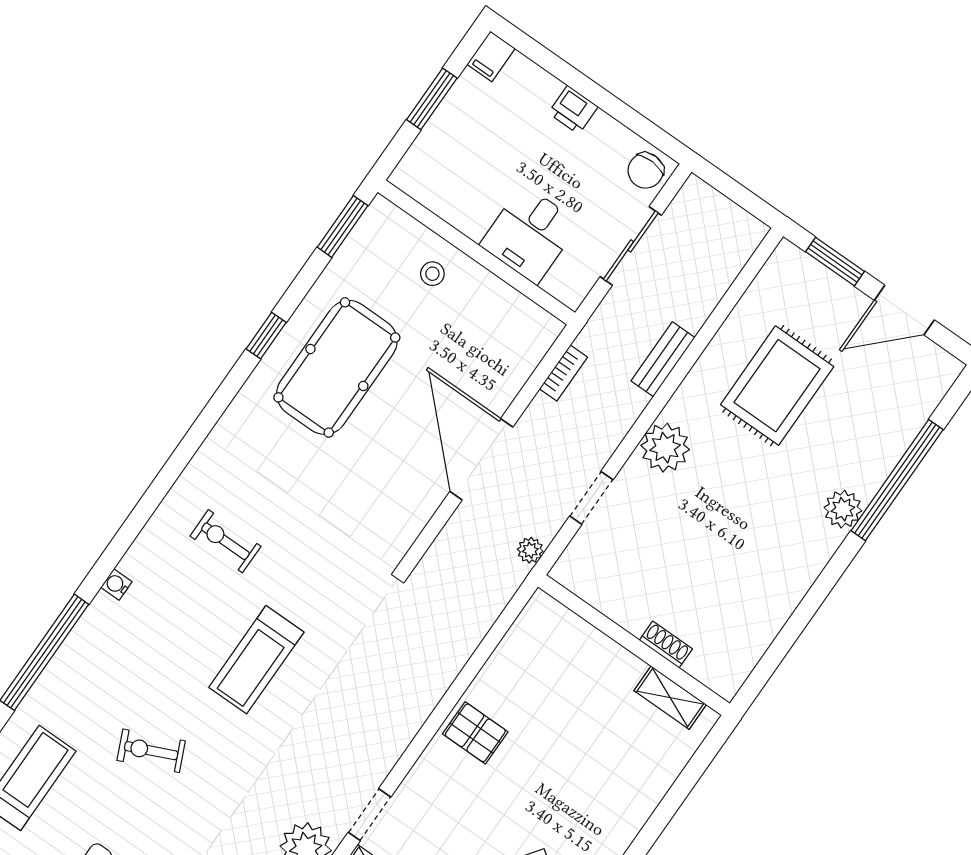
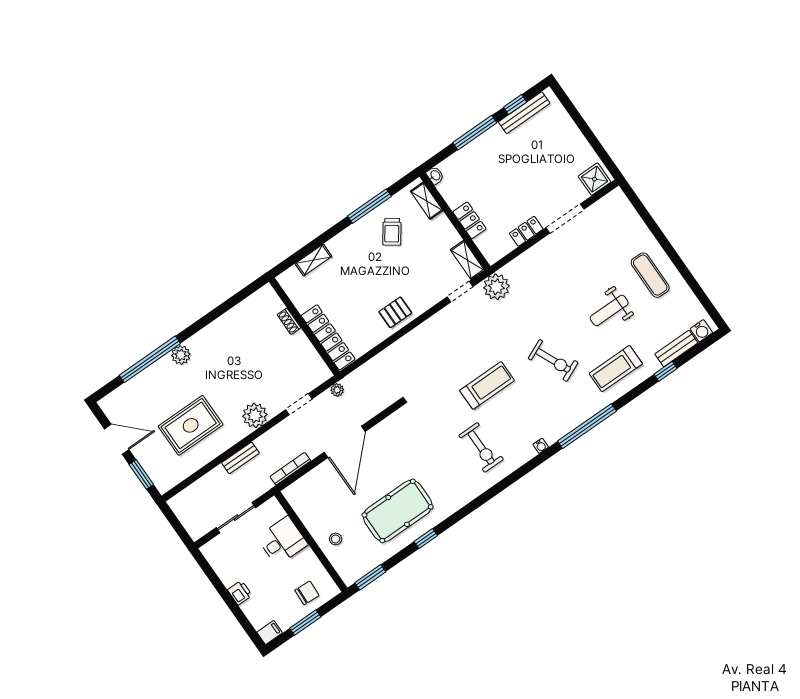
chair: (646, 171) -> (307, 593), moved
bookcase: (563, 373) -> (290, 469), width x1.56
exercise bike: (225, 541) -> (481, 447), width x1.38, depth x1.39
locker: (582, 641) -> (328, 337), added
shelving: (670, 698) -> (313, 260), moved, turned 90
pallet: (475, 733) -> (395, 312), turned 90
exercise bike: (151, 751) -> (553, 360), width x1.38, depth x1.39

